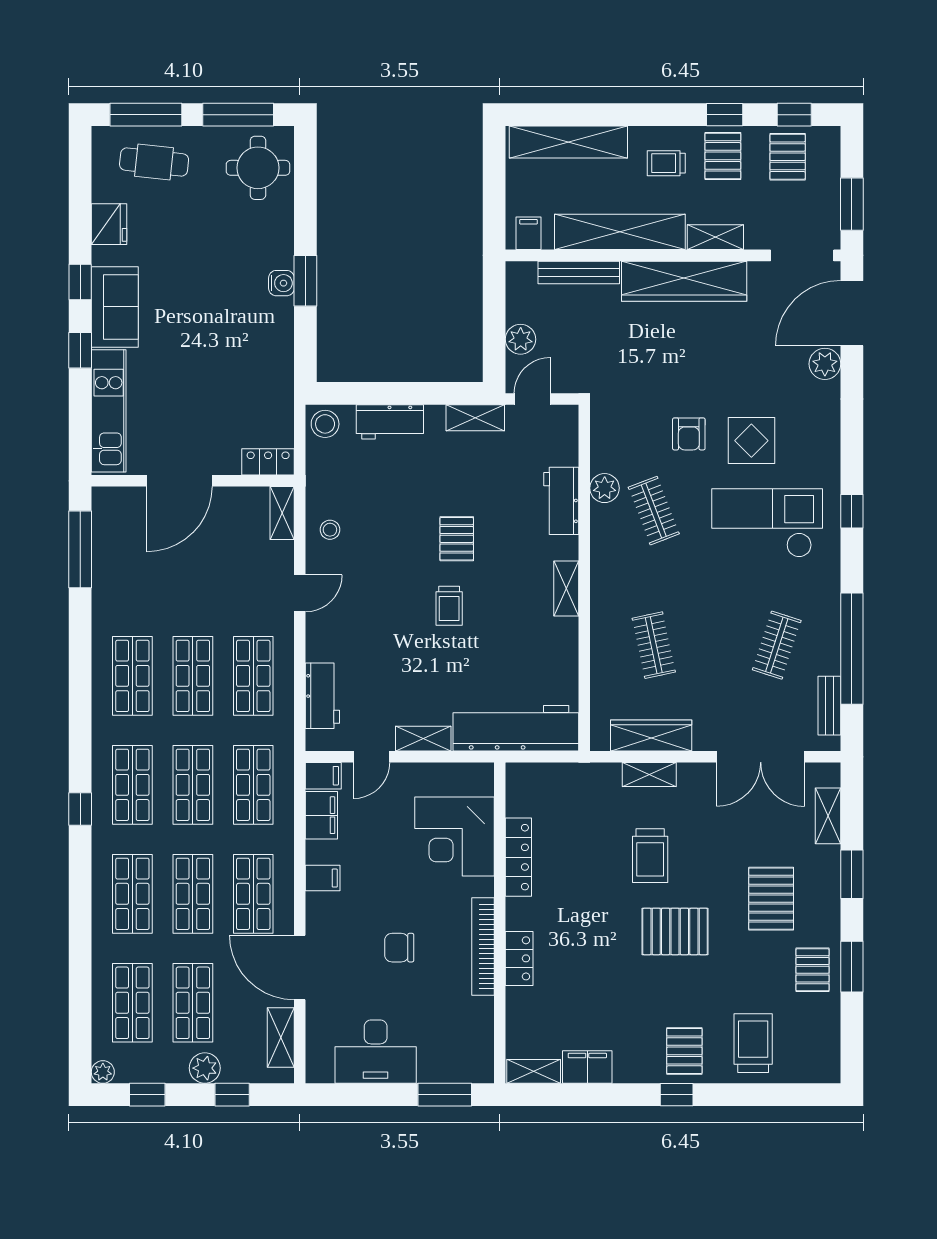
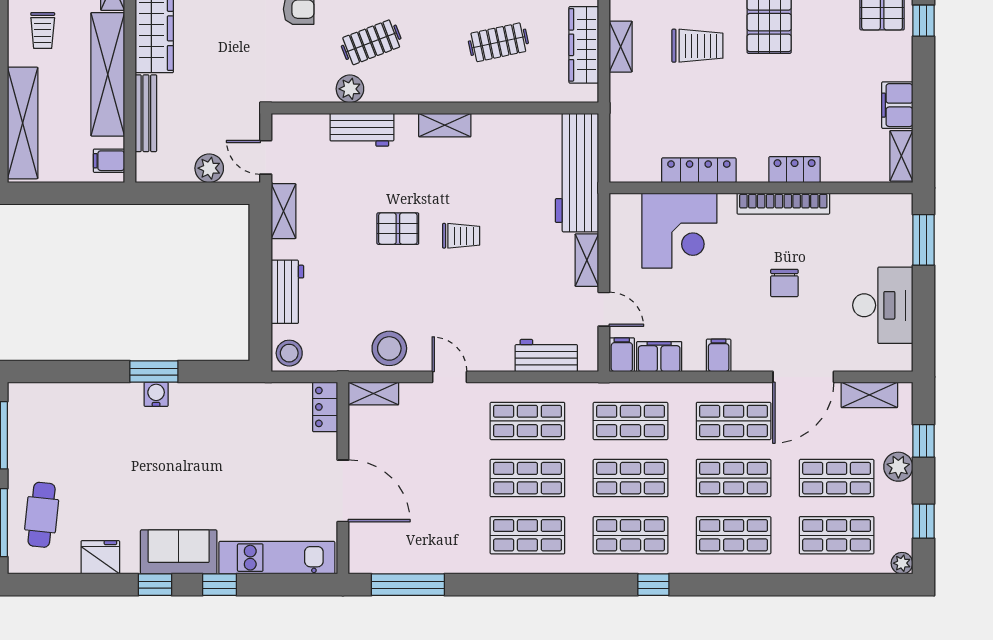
round table: (258, 168) -> (47, 417), removed
stool: (330, 530) -> (389, 348), width x1.89, depth x1.89

